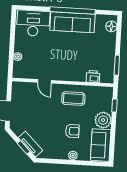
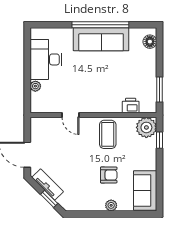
desk: (33, 23) -> (46, 59), moved, turned -90
coffee table: (73, 99) -> (108, 134), turned 90
plant: (103, 120) -> (146, 127), moved
tv unit: (30, 144) -> (48, 185), moved

